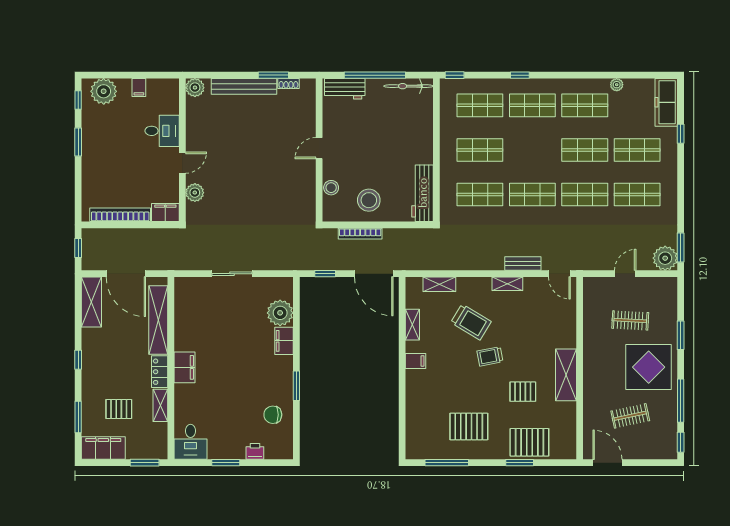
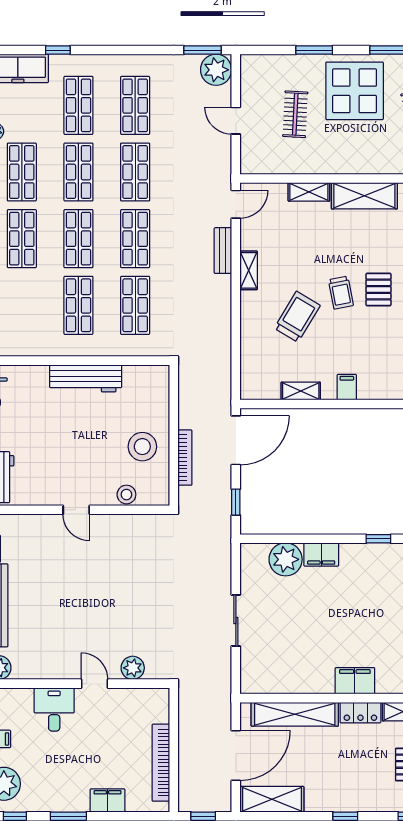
shop shelf: (480, 105) -> (78, 239), moved
workbench: (423, 193) -> (86, 378), moved
filing cabinet: (165, 212) -> (108, 800), moved, turned 90
shelving: (439, 284) -> (309, 192), moved, turned 90
window: (296, 386) -> (378, 539), width x0.67
pallet: (523, 392) -> (378, 289), moved

